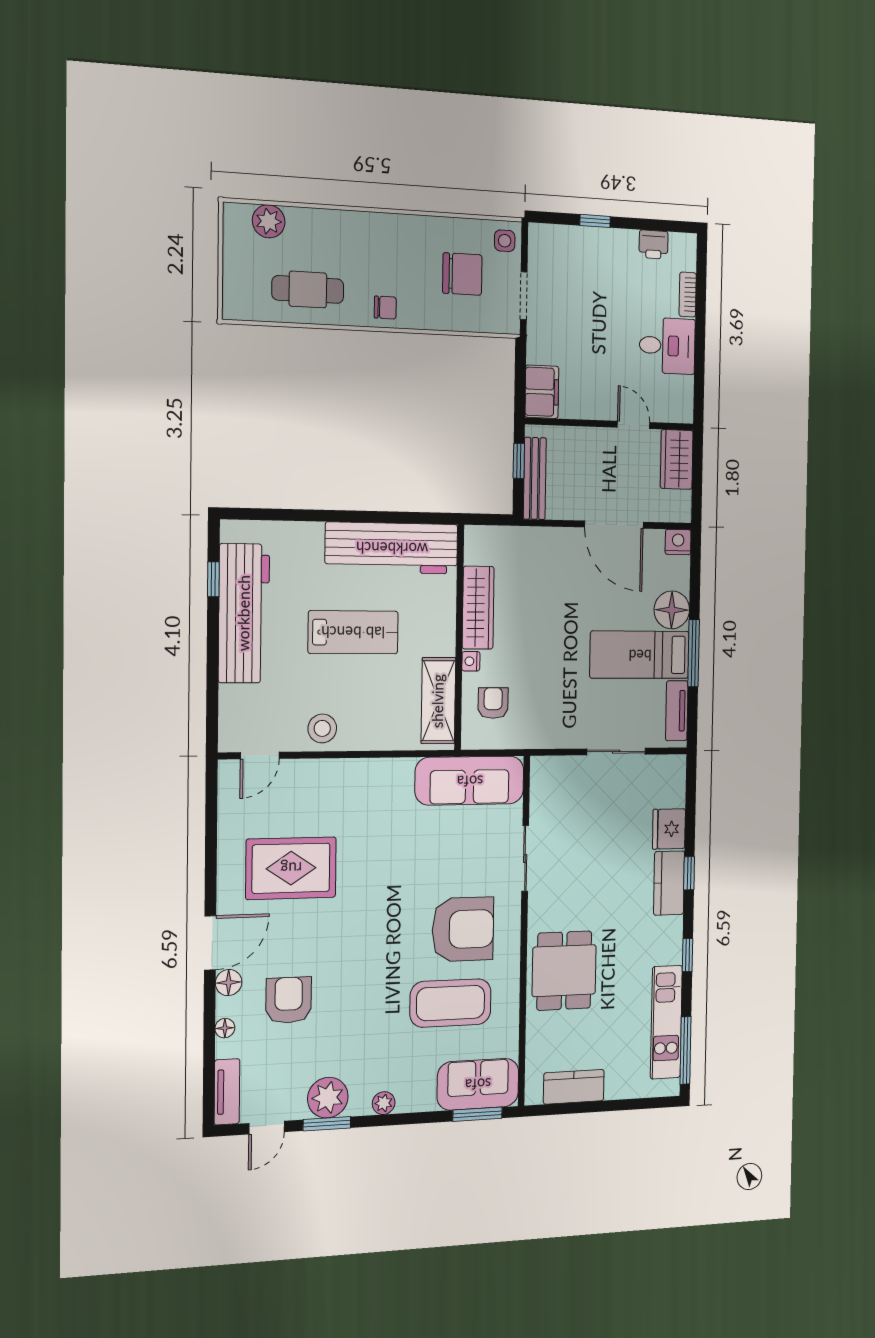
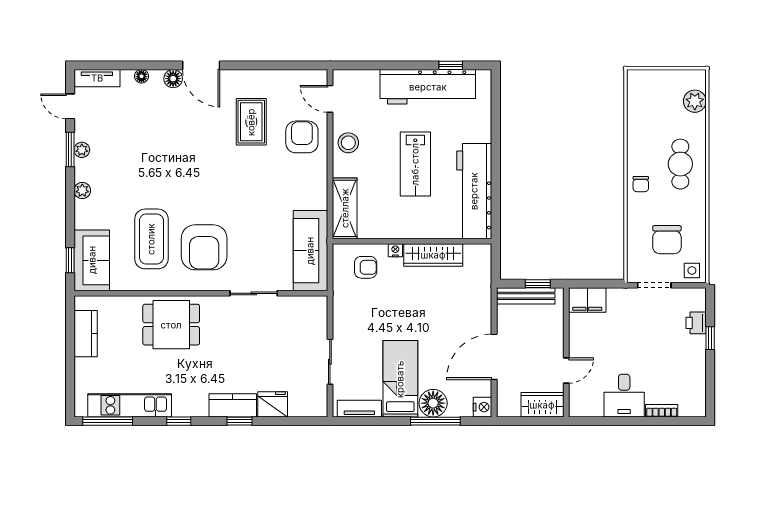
printer: (654, 245) -> (696, 323), moved
cafe table: (308, 290) -> (680, 164), moved
window: (694, 653) -> (435, 421), moved
shelving: (438, 701) -> (345, 208), moved, turned 90
rug: (291, 868) -> (251, 122), width x0.73, depth x0.70
armchair: (289, 1000) -> (302, 137), moved, turned -90
plant: (328, 1098) -> (82, 150), width x0.53, depth x0.53
window: (477, 1114) -> (70, 260), width x0.67

